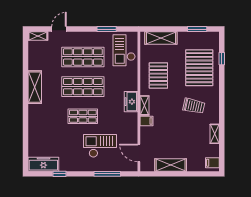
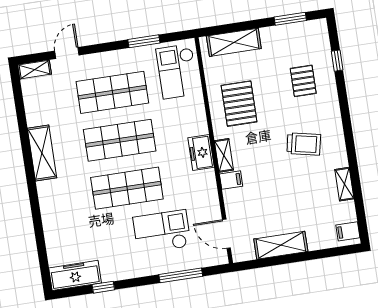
pallet: (199, 68) -> (303, 81), width x0.49, depth x0.50
shop shelf: (83, 116) -> (127, 188), width x1.43, depth x1.36

